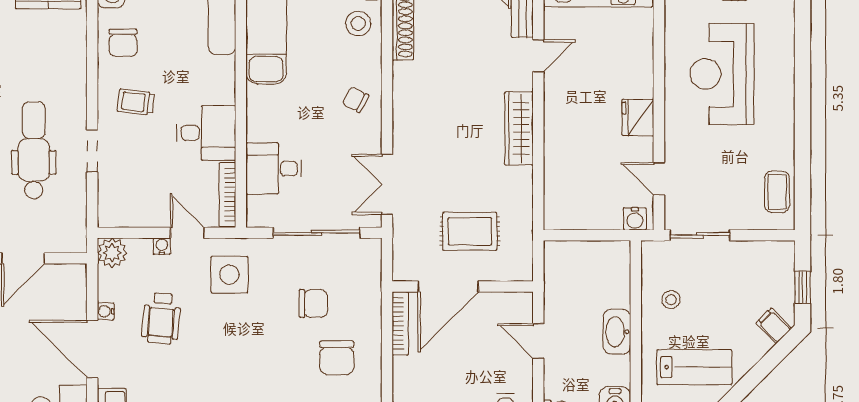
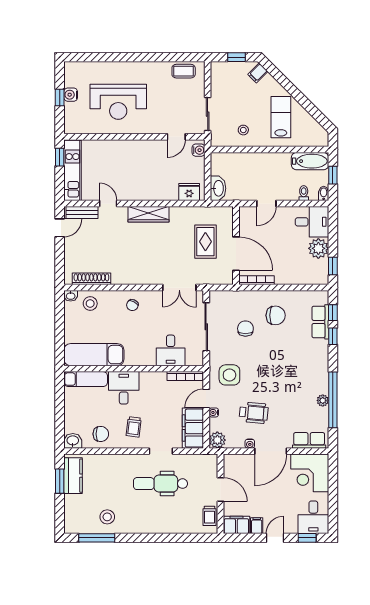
fridge: (638, 117) -> (189, 192), moved, turned 180
desk: (206, 133) -> (124, 388), moved
filing cabinet: (134, 209) -> (193, 428), added
washbasin: (617, 332) -> (218, 188), moved, turned -90

